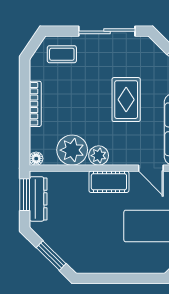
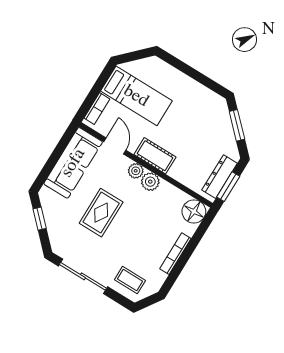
plant: (72, 150) -> (136, 171), moved, width x0.53, depth x0.53
floor lamp: (36, 159) -> (194, 211), width x1.89, depth x1.89

